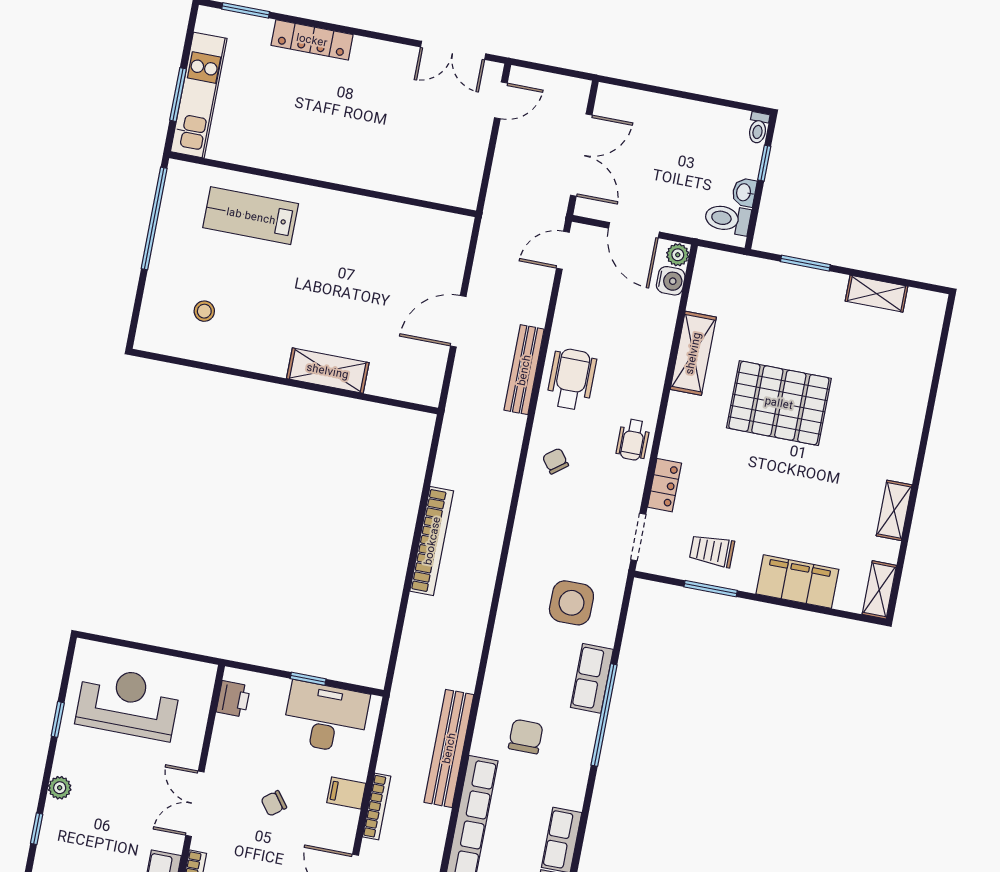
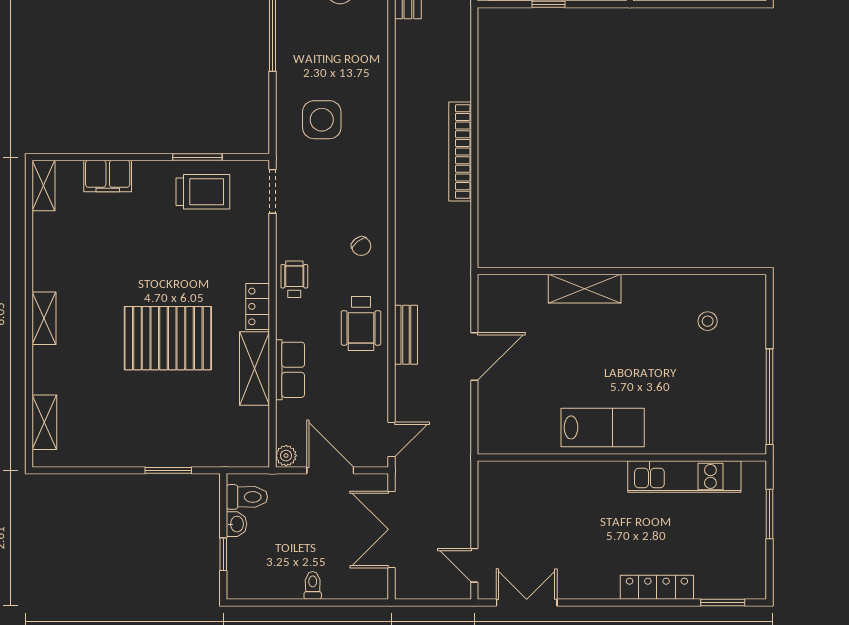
kitchen unit: (199, 95) -> (684, 476), moved, turned -90
door: (501, 100) -> (474, 565), hinge flipped
toilet: (758, 128) -> (313, 585), moved
lab bench: (251, 216) -> (603, 427), moved
water cooler: (671, 281) -> (288, 431), removed
shelving: (876, 294) -> (44, 422), moved, turned 90
bench: (524, 370) -> (406, 335), width x0.73
locker: (665, 485) -> (258, 306), moved
shelving: (894, 510) -> (44, 318), moved
trolley: (712, 551) -> (203, 192), width x1.36, depth x1.39
filing cabinet: (797, 582) -> (108, 176), width x0.67, depth x0.86
row of seats: (592, 678) -> (290, 370), moved

